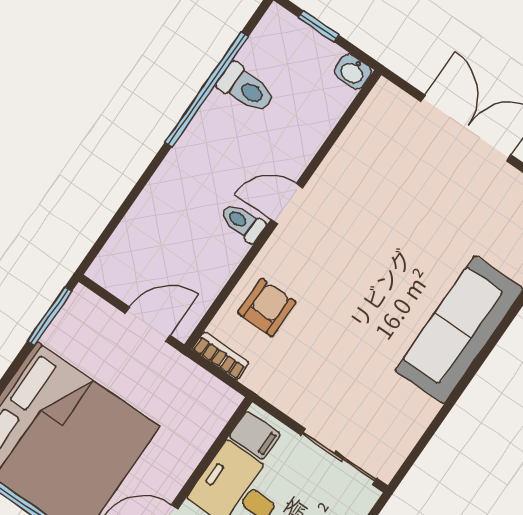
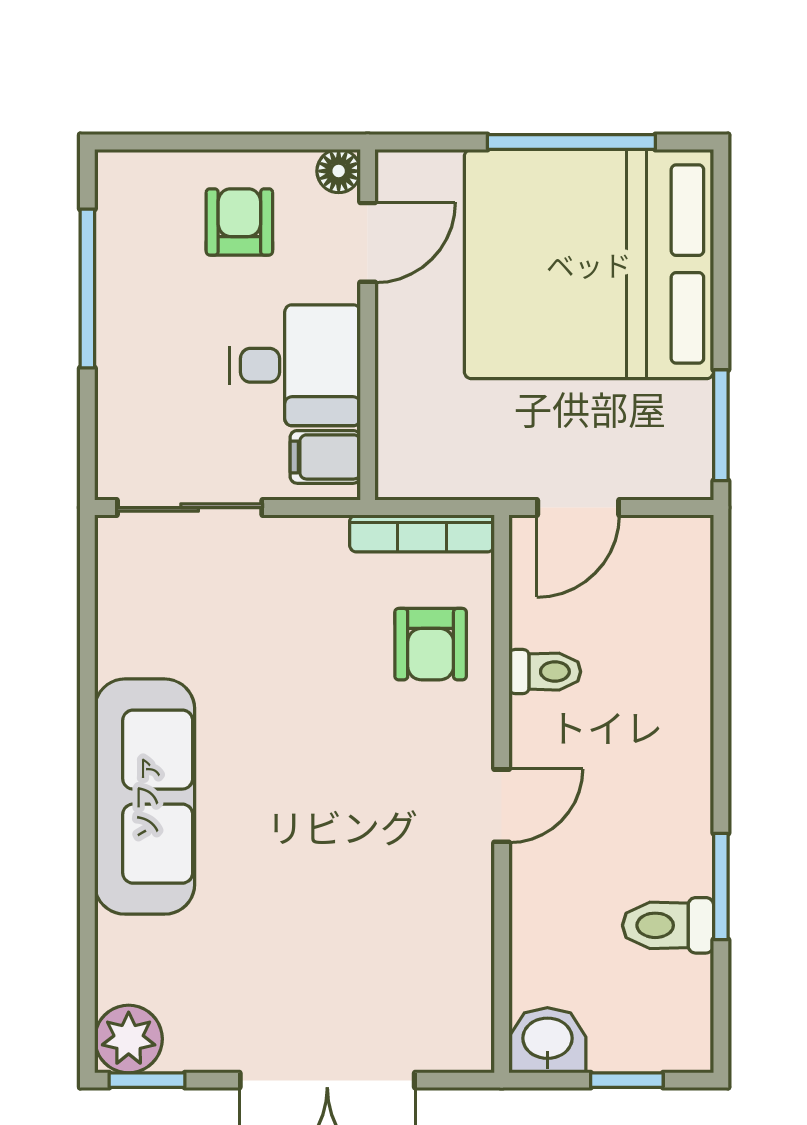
washbasin: (353, 72) -> (547, 1040), width x1.38, depth x1.45
window: (207, 89) -> (721, 887), width x0.47
toilet: (243, 222) -> (545, 672), moved
bookcase: (221, 356) -> (422, 533), width x1.56

